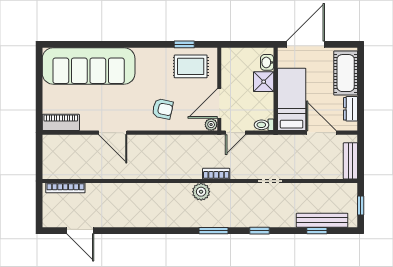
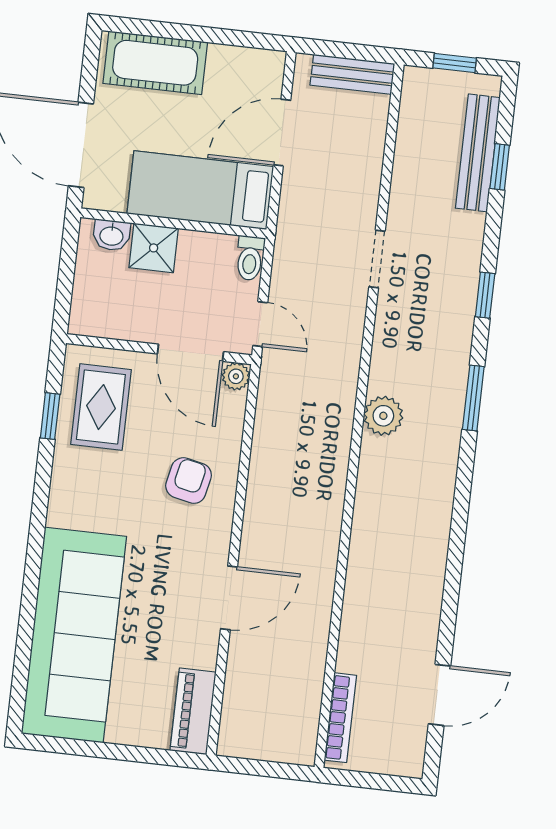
dresser: (350, 109) -> (236, 61), removed
bookcase: (216, 174) -> (347, 377), removed

